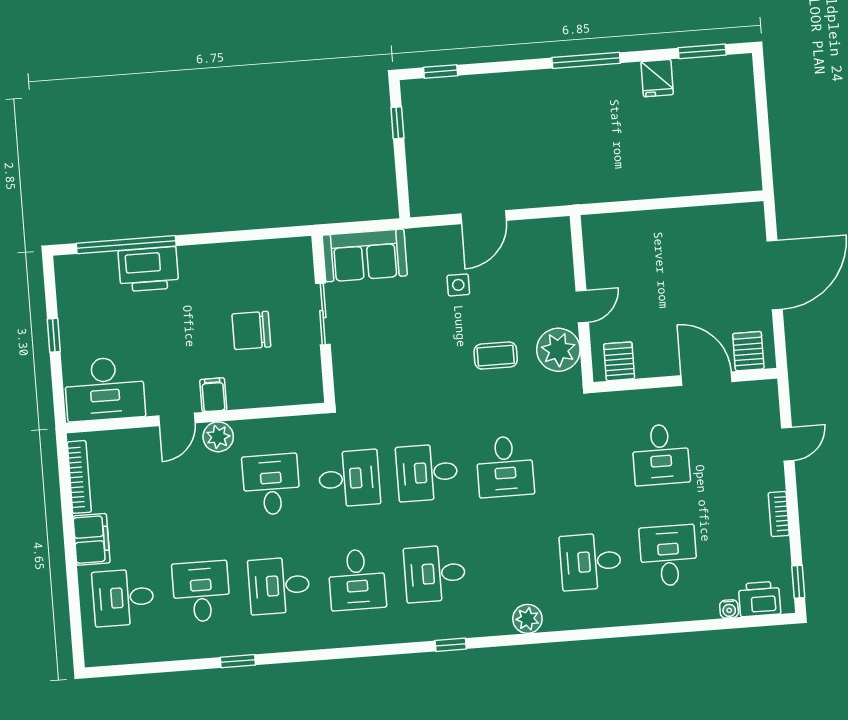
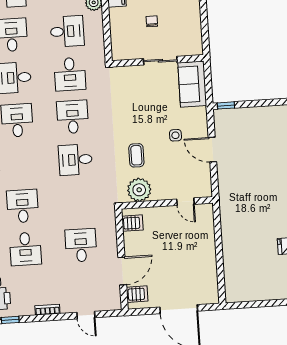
window: (397, 123) -> (226, 105), moved
door: (582, 307) -> (185, 202), moved
chair: (251, 330) -> (152, 21), width x0.54, depth x0.54
desk: (661, 455) -> (81, 245), turned 90
desk: (668, 556) -> (25, 249), turned 90

